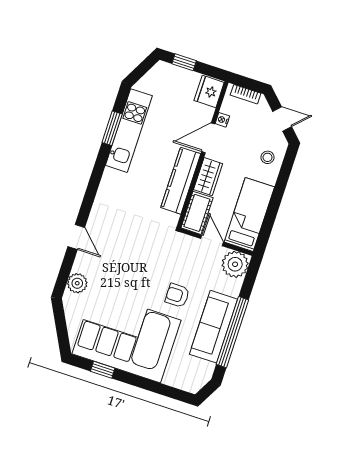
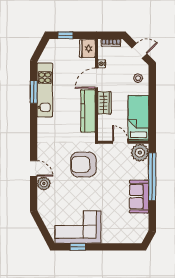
cot: (197, 213) -> (105, 128), removed
plant: (77, 283) -> (44, 184), moved
armchair: (177, 295) -> (84, 164), moved, width x1.88, depth x1.88
sofa: (213, 327) -> (139, 197), width x0.73
window: (232, 332) -> (152, 177), moved
corner sofa: (127, 337) -> (78, 227), width x0.73, depth x0.74

